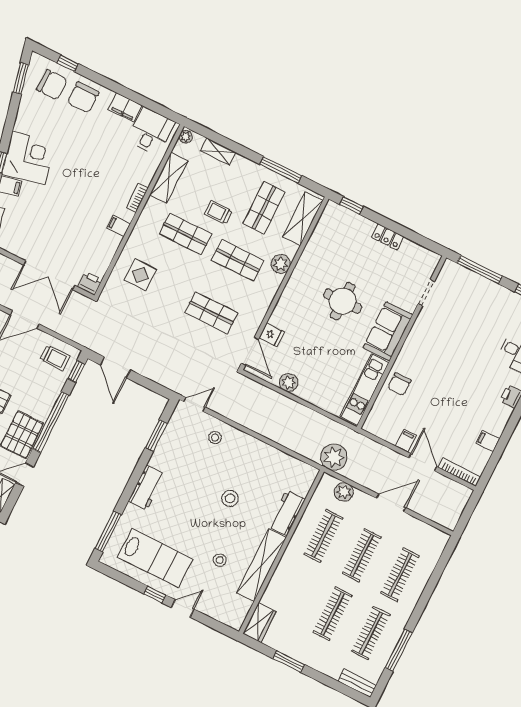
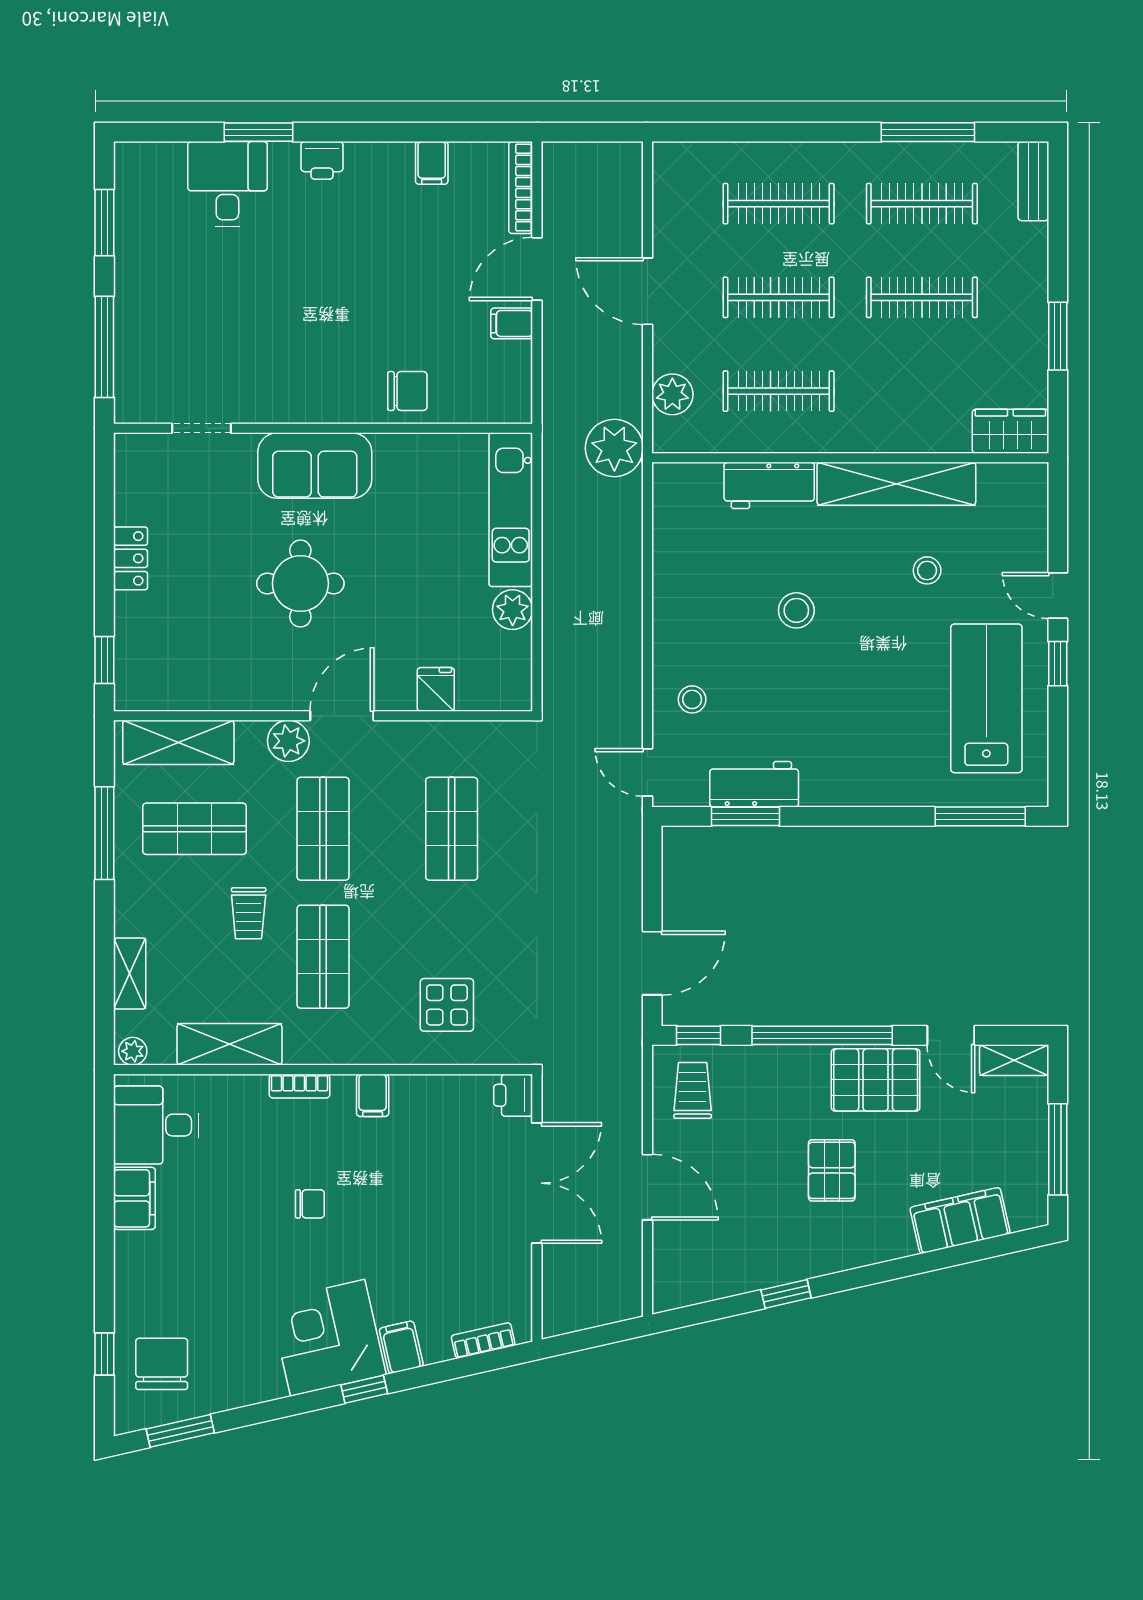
chair: (83, 97) -> (310, 1204), moved, width x0.54, depth x0.54
door: (250, 351) -> (342, 716), moved
kitchen unit: (364, 389) -> (511, 510), moved, turned 90
workbench: (147, 488) -> (754, 784), moved

